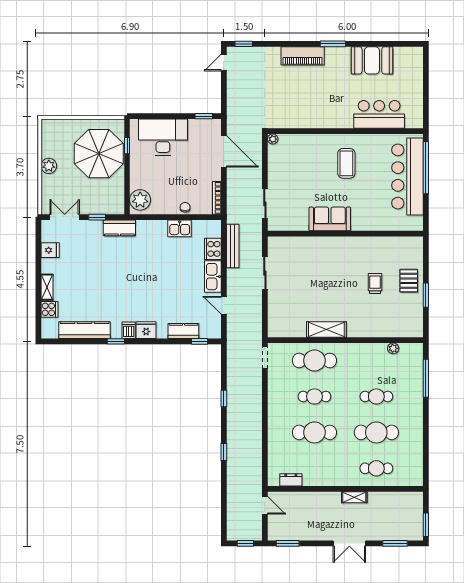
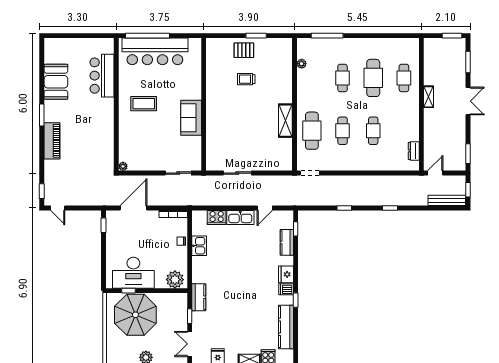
desk: (163, 137) -> (133, 273), moved, turned -90
bench: (233, 246) -> (447, 200), moved
cafe table: (314, 432) -> (373, 131), width x0.73, depth x0.74

